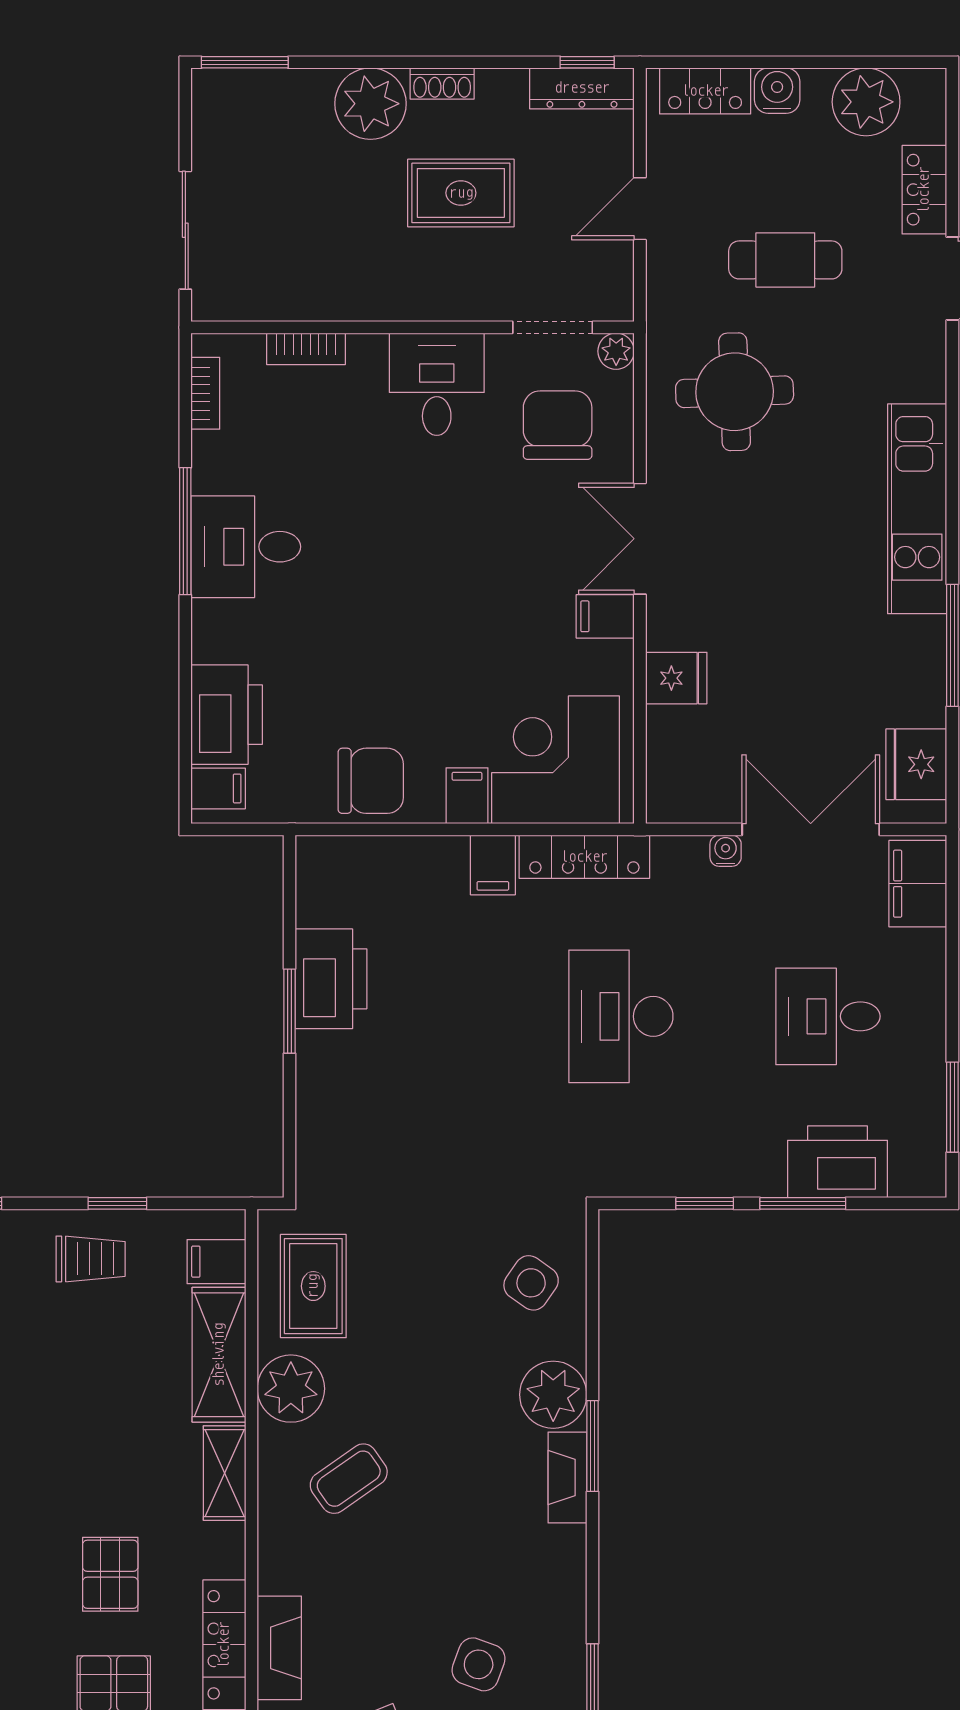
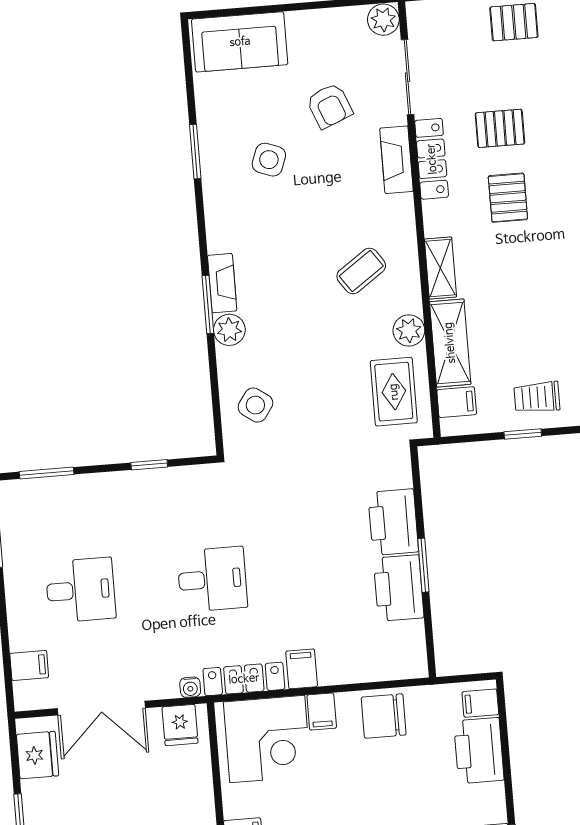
fridge: (676, 678) -> (180, 725), moved, turned -90
water cooler: (726, 851) -> (190, 687), moved
filing cabinet: (918, 884) -> (29, 665), width x0.50
desk: (621, 1016) -> (212, 579), width x0.73
printer: (838, 1162) -> (393, 522), moved, turned 90
window: (803, 1203) -> (47, 473), moved
plant: (291, 1389) -> (409, 330), width x0.73, depth x0.73
plant: (553, 1395) -> (229, 330), width x0.73, depth x0.73

